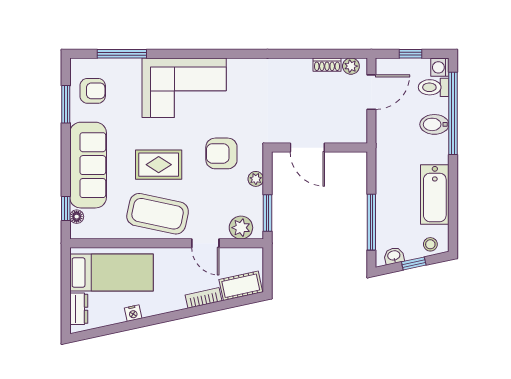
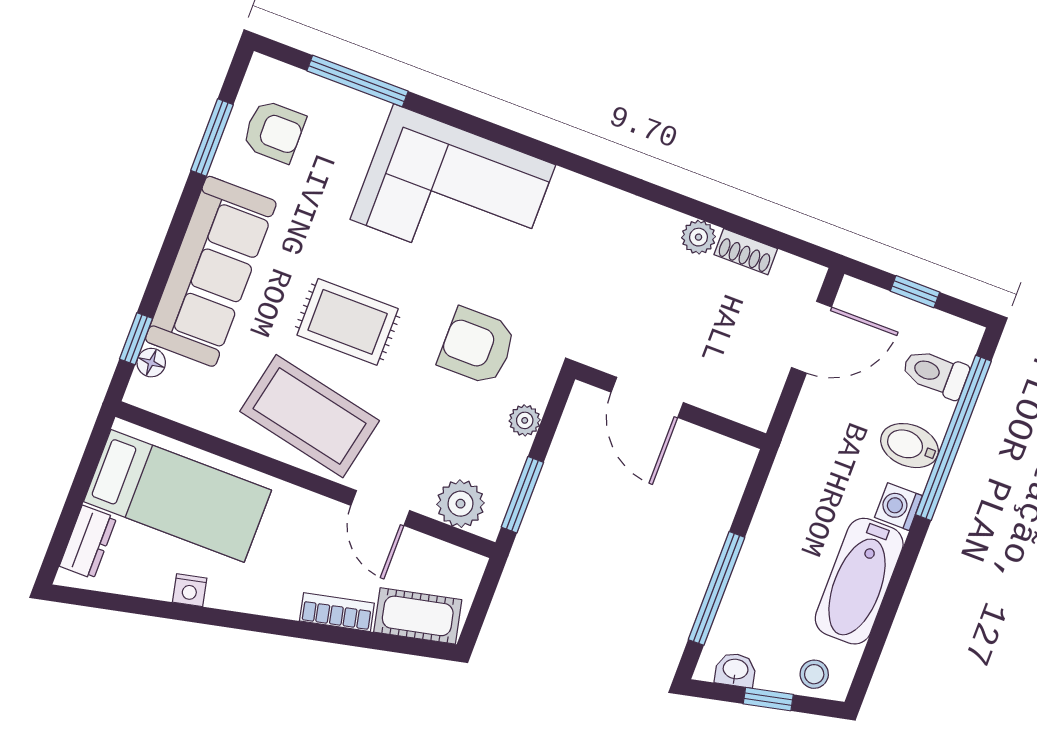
plant: (351, 66) -> (699, 237), moved
washing machine: (440, 67) -> (898, 507), moved

